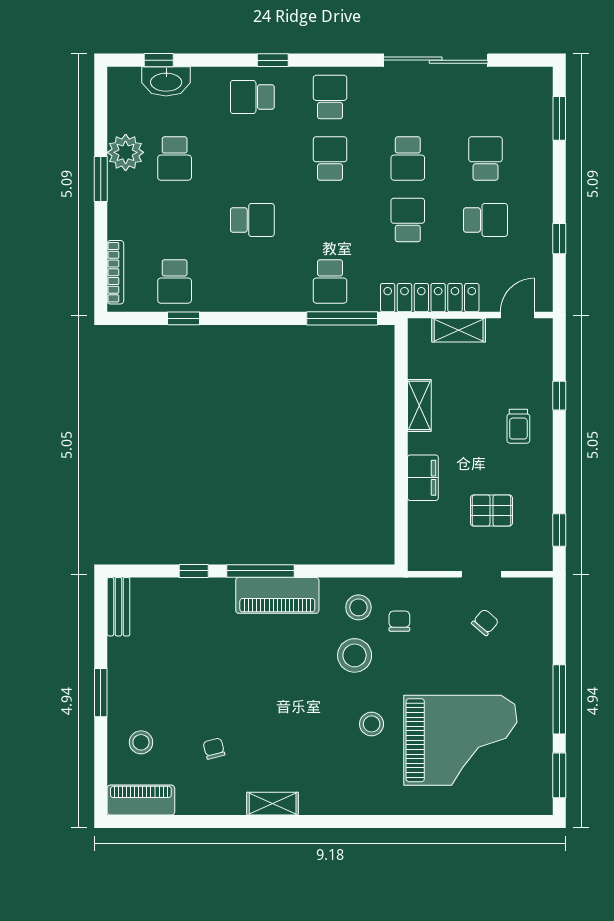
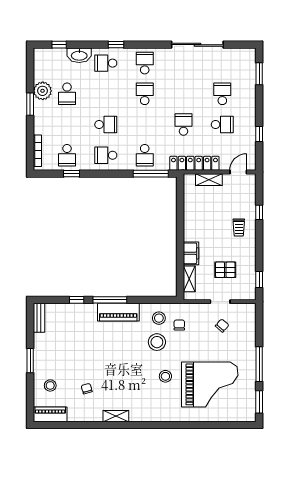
washbasin: (166, 81) -> (79, 55), moved
school desk: (408, 158) -> (106, 155), moved, turned 90
shelving: (419, 405) -> (189, 279), moved

